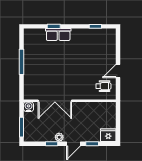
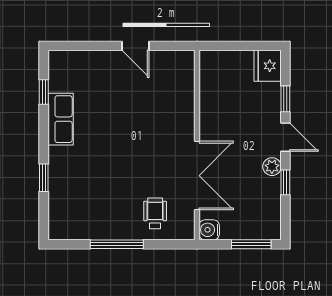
row of seats: (58, 35) -> (61, 119), moved
wheelchair: (103, 86) -> (155, 213), moved

